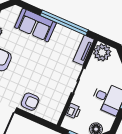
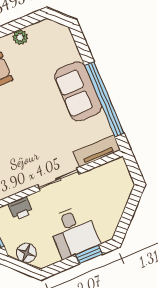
sofa: (35, 25) -> (78, 91), moved
plant: (102, 52) -> (115, 173), removed

